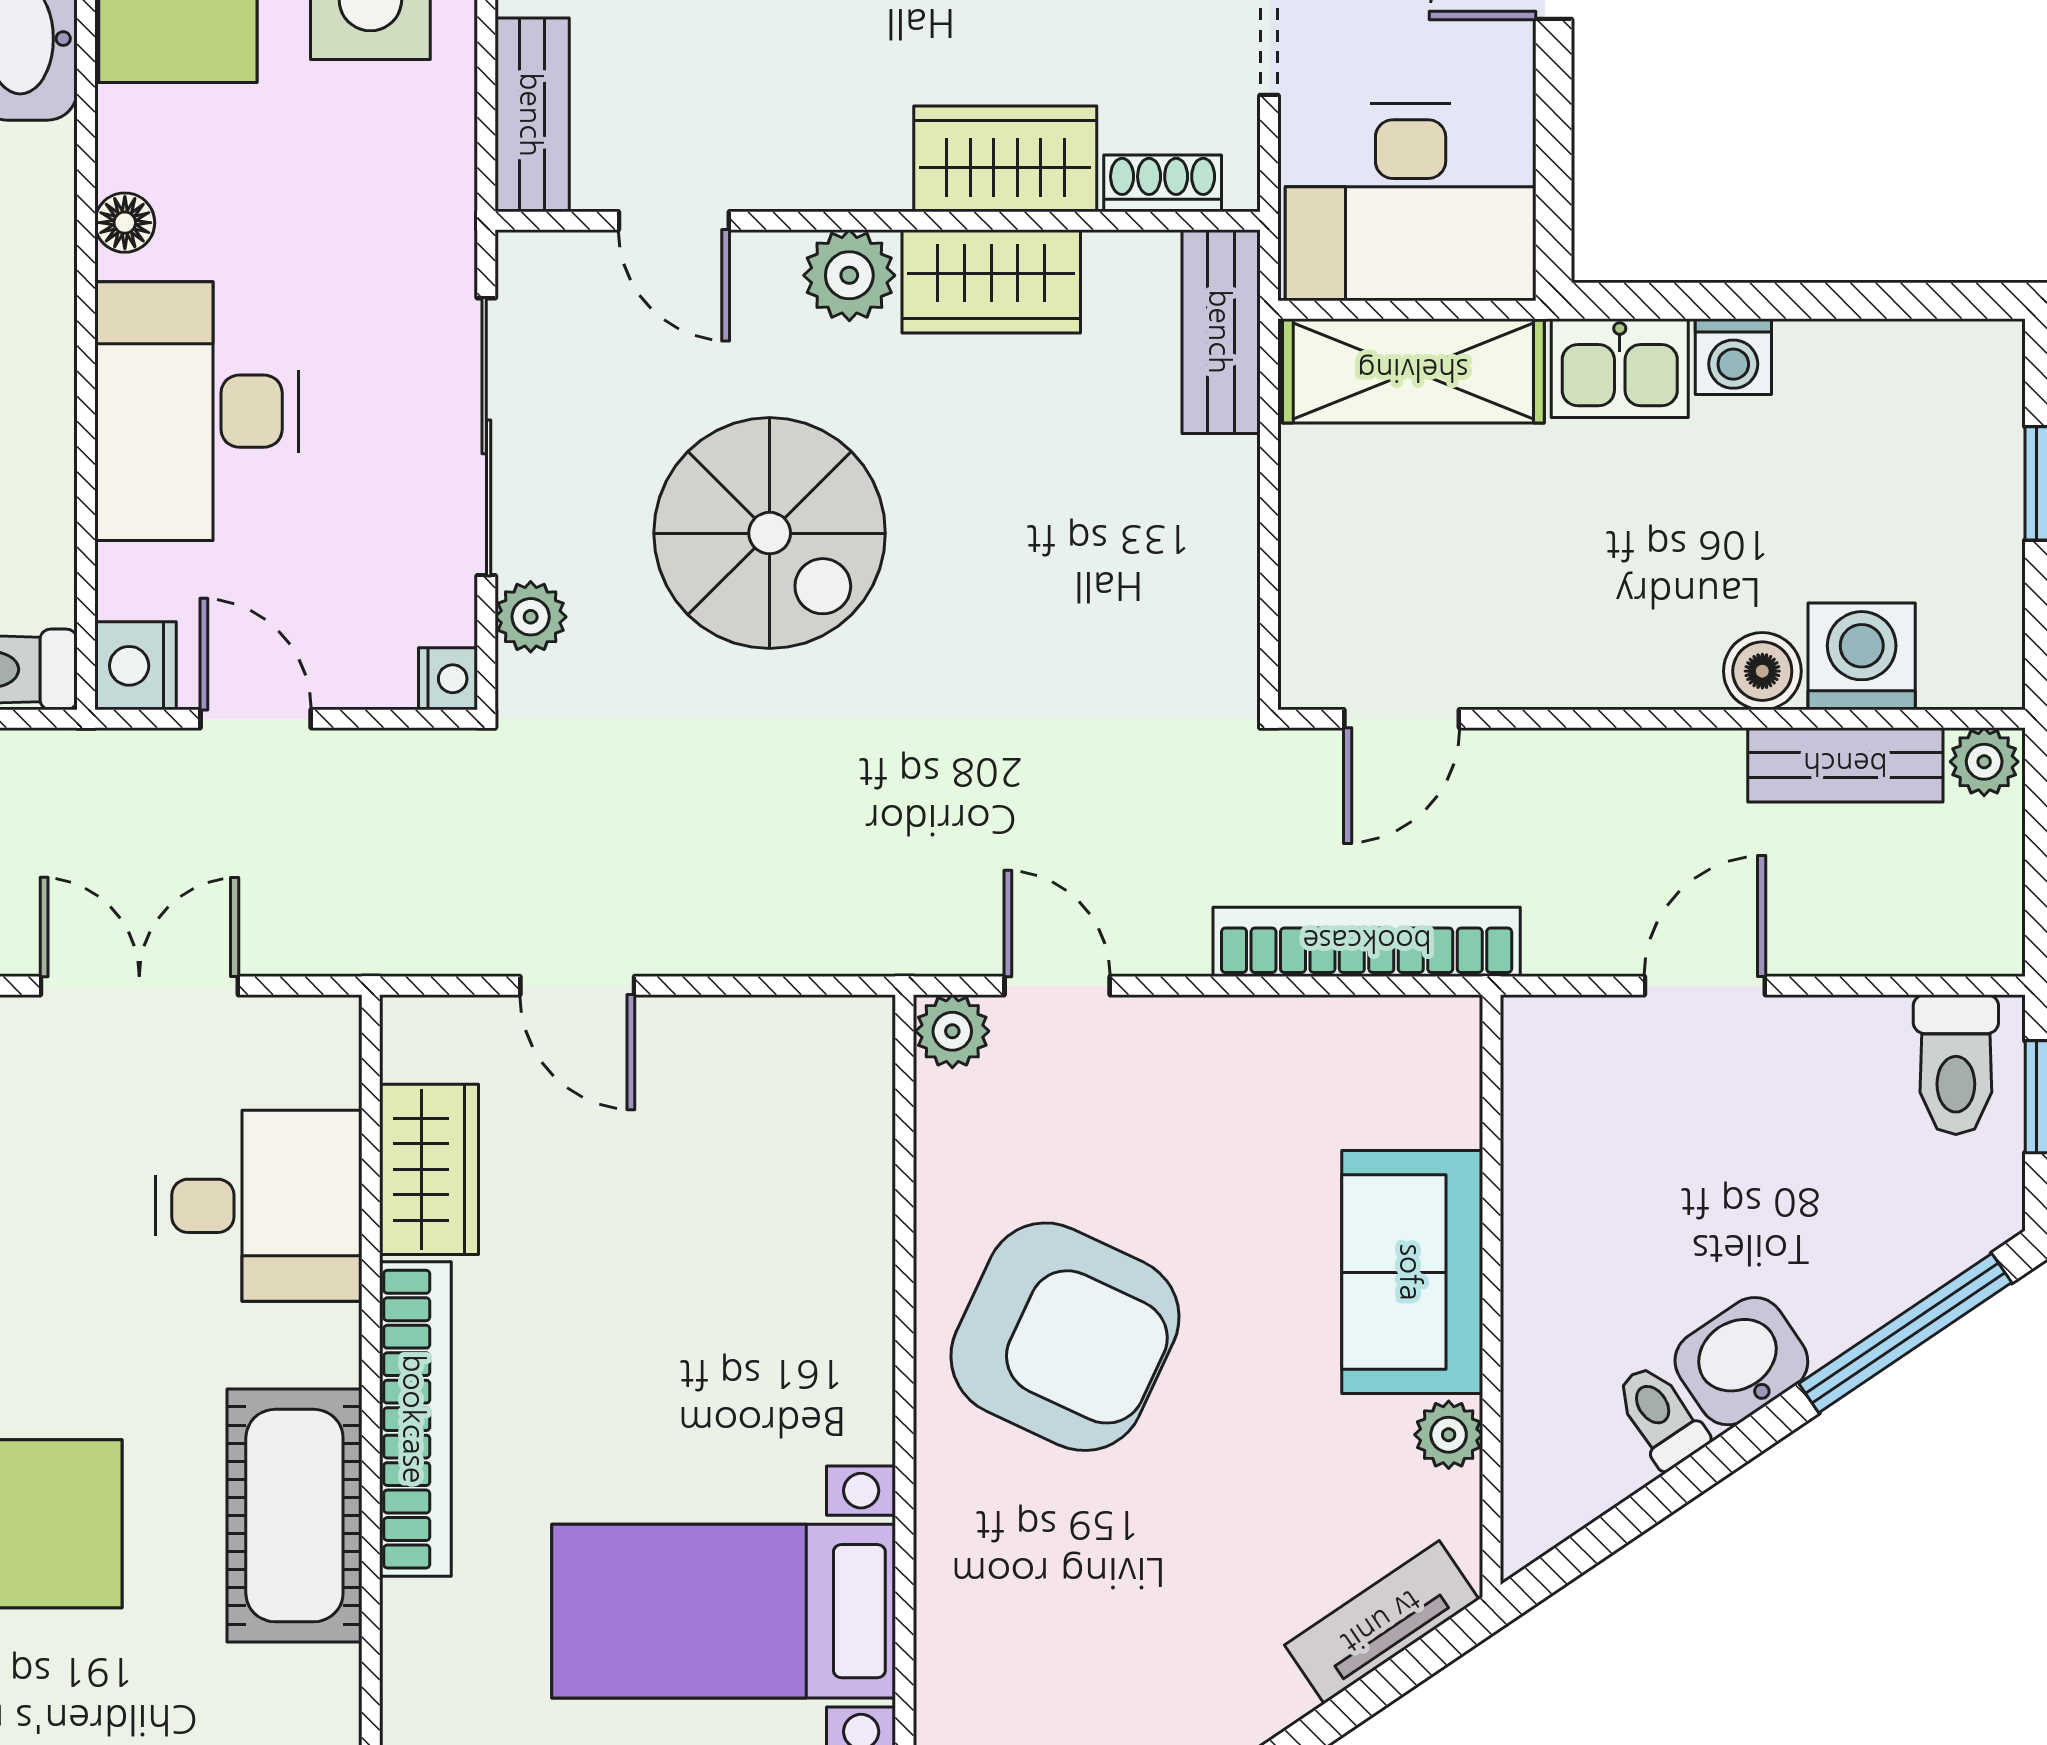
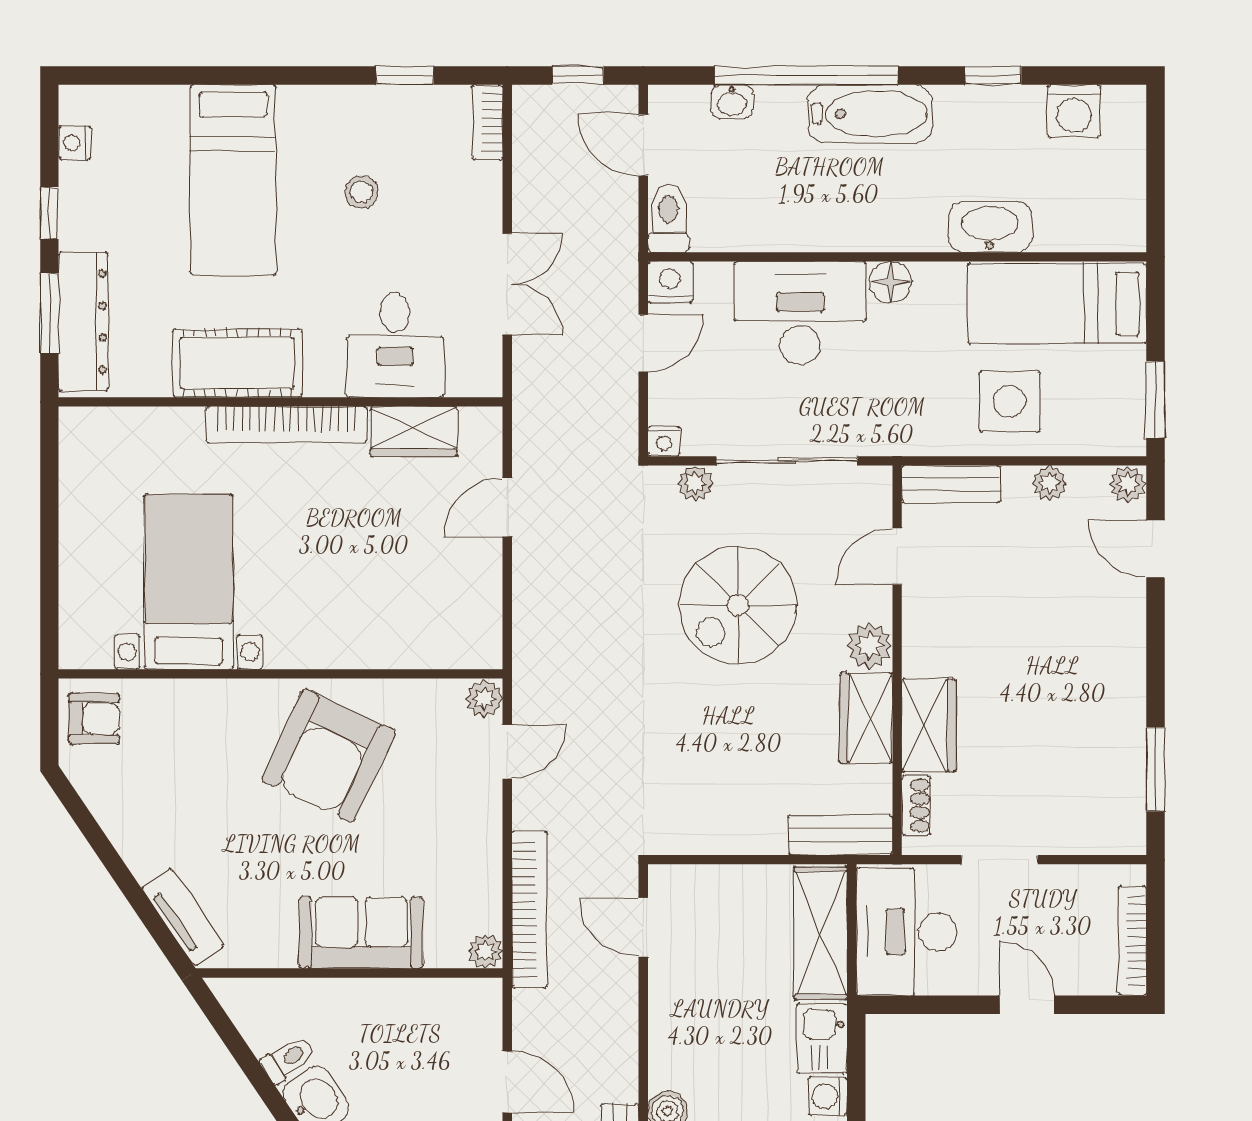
floor lamp: (125, 223) -> (890, 282), width x1.37, depth x1.37
plant: (1449, 1435) -> (485, 951), moved

